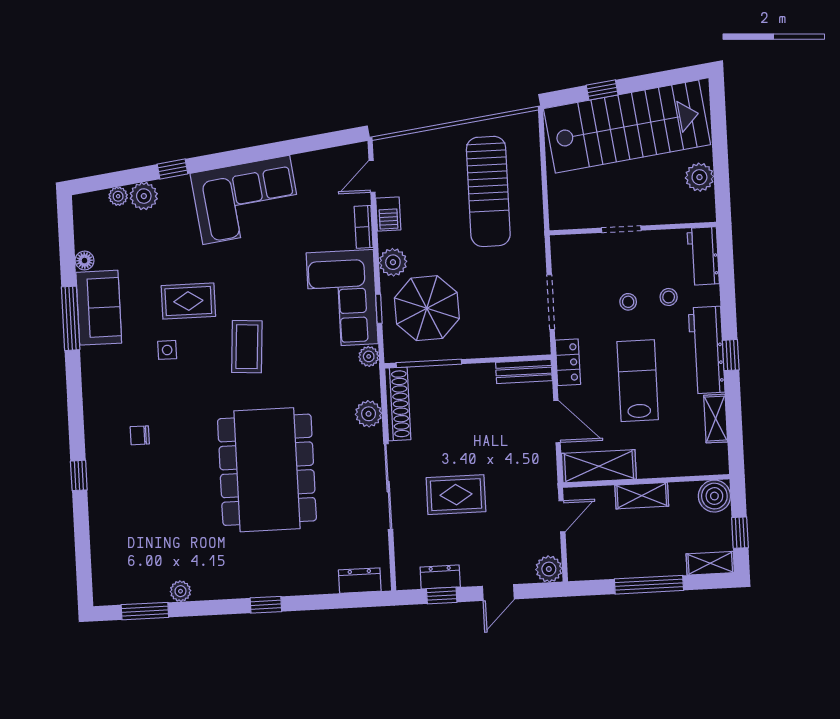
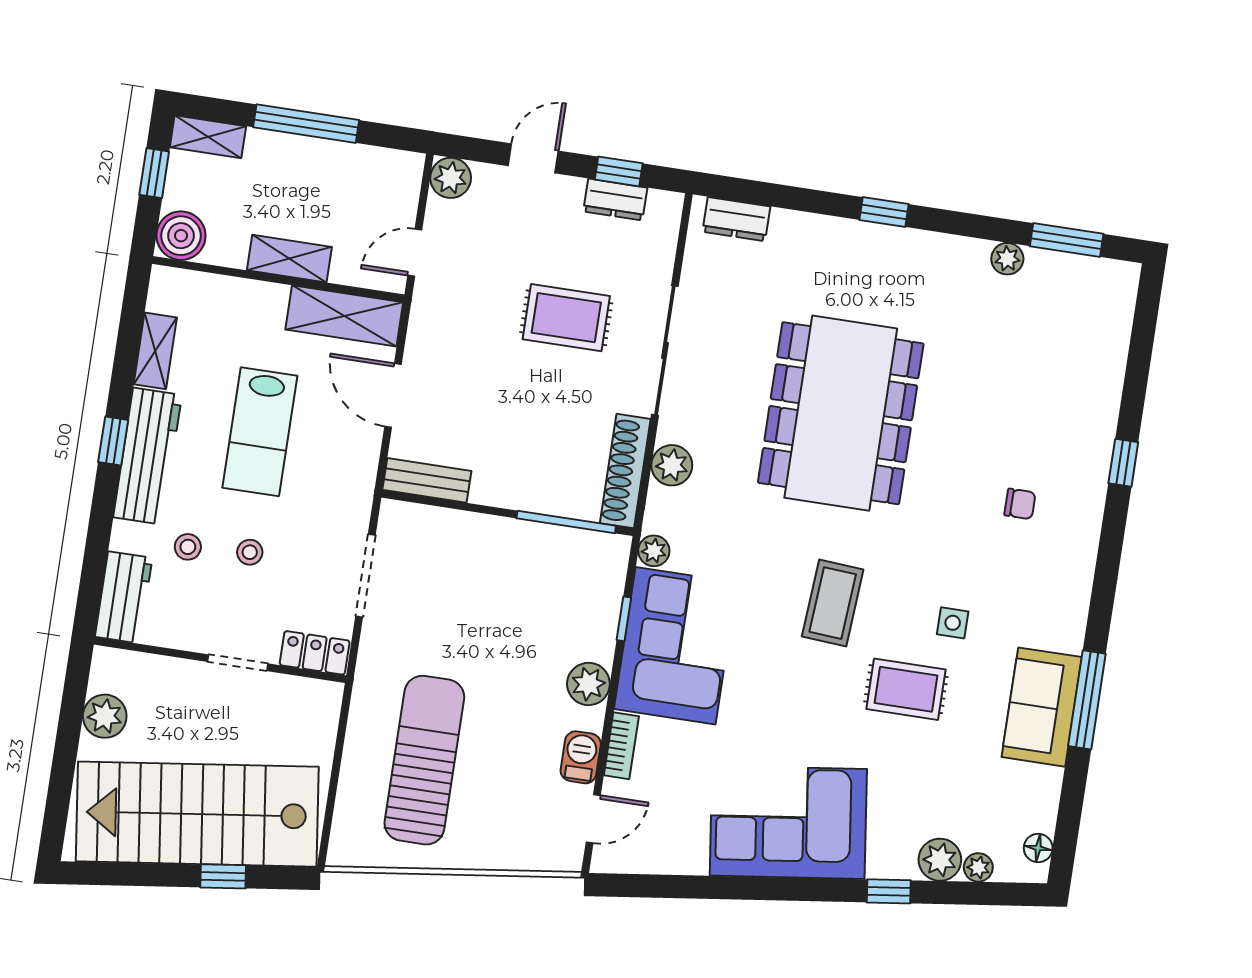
floor lamp: (85, 261) -> (1038, 848), moved
parasol: (427, 308) -> (552, 605), removed
locker: (568, 362) -> (315, 653), moved, turned 90

